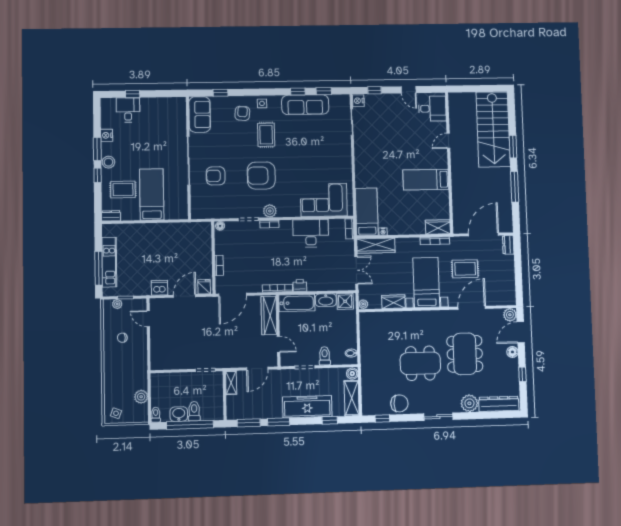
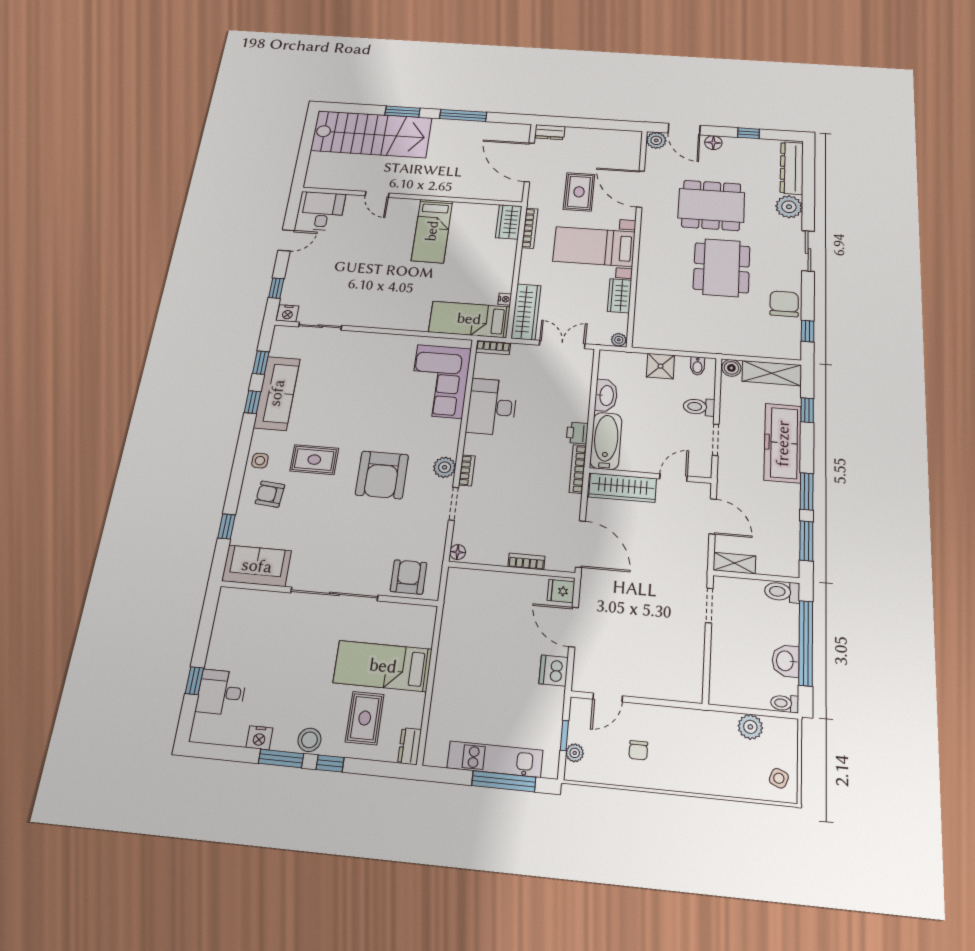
armchair: (216, 176) -> (409, 577), moved, turned 180
shower: (345, 301) -> (660, 366), moved
toilet: (194, 411) -> (782, 592), moved

